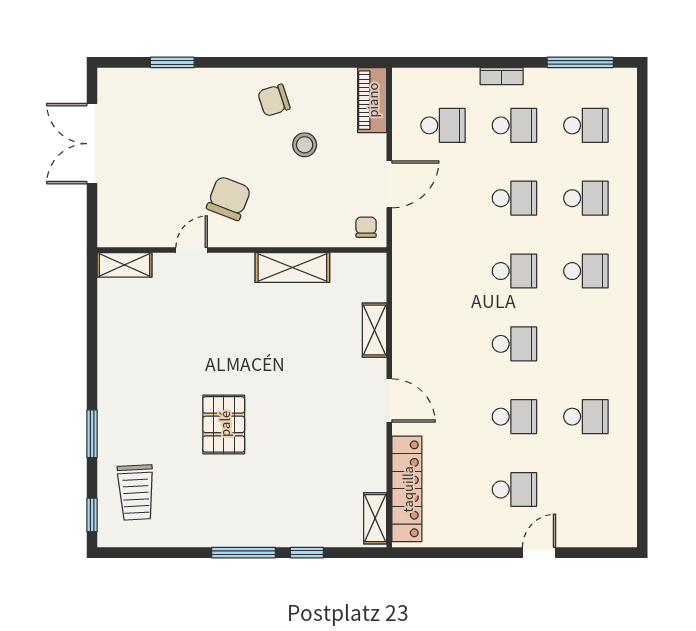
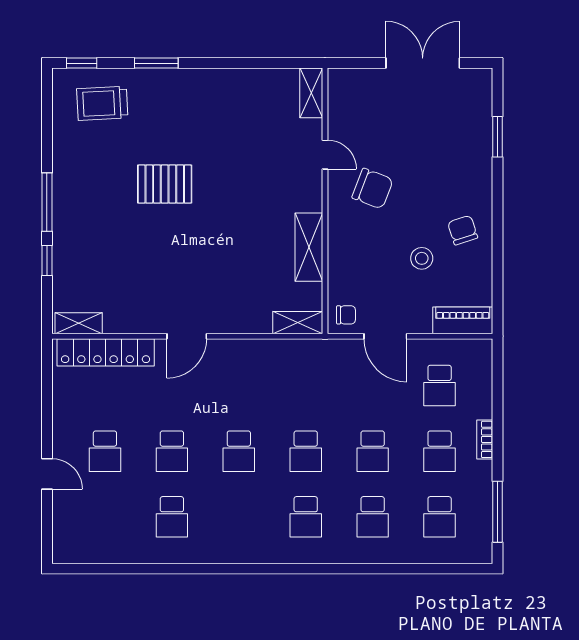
shelving: (375, 330) -> (298, 323), moved

